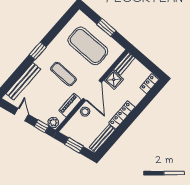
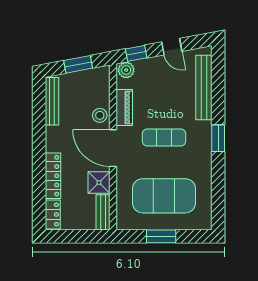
locker: (122, 115) -> (53, 176), moved

